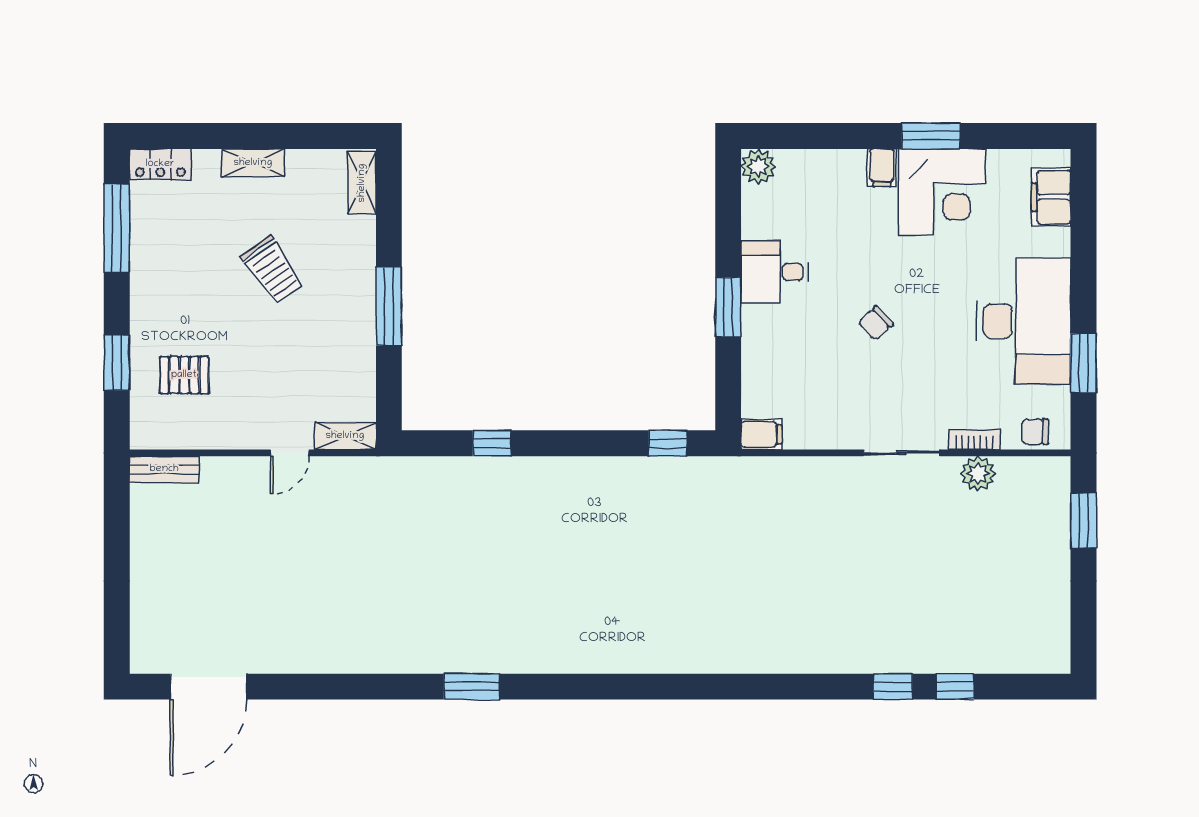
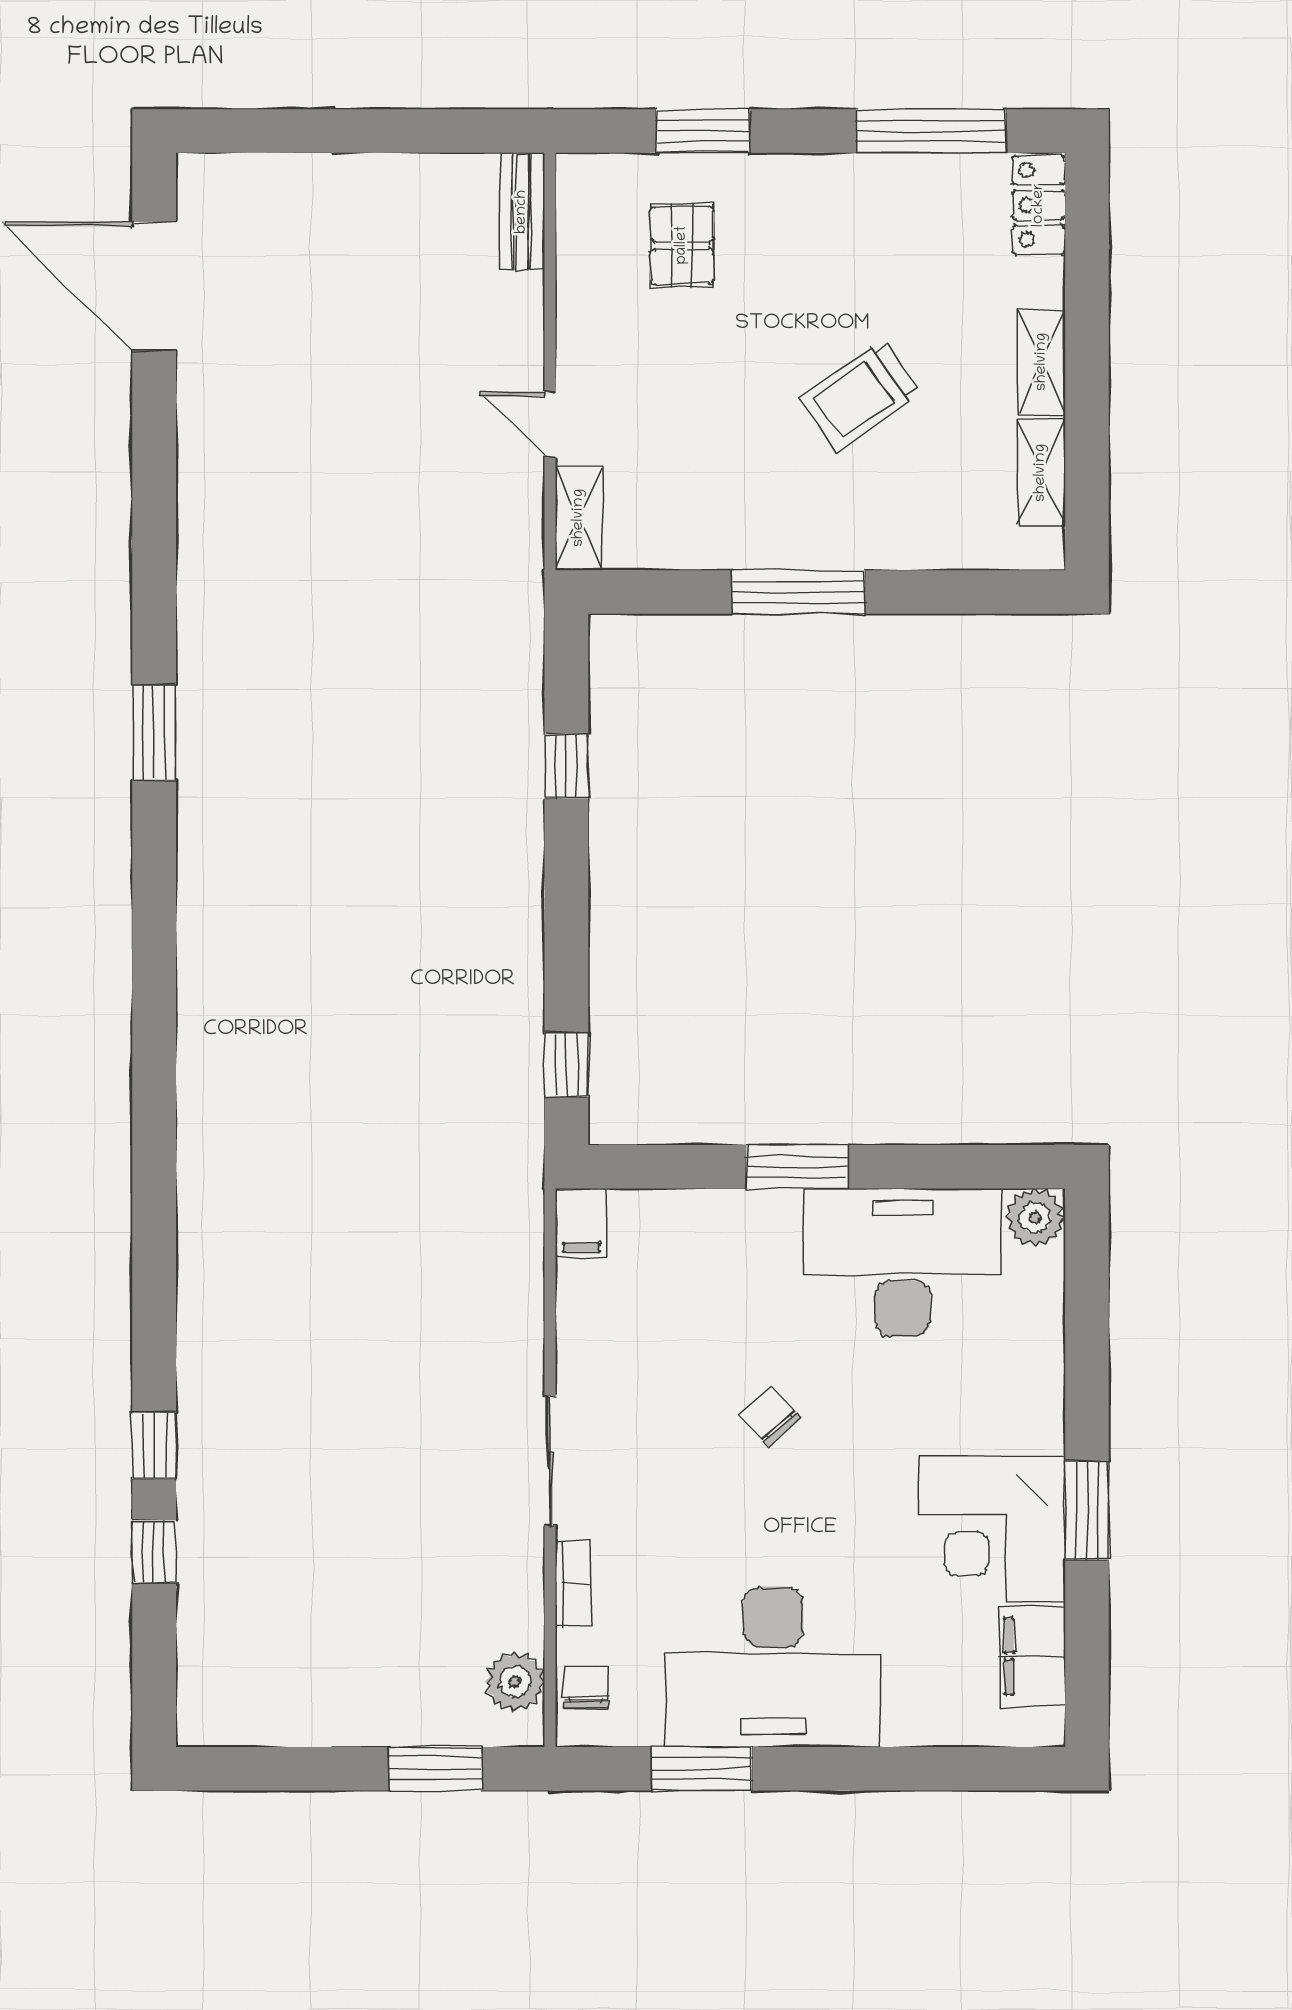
filing cabinet: (882, 168) -> (1033, 1427), removed
shelving: (362, 183) -> (1041, 473), moved, turned 90
filing cabinet: (1051, 197) -> (1032, 1656), moved, turned -90
desk: (775, 272) -> (903, 1263), width x1.87, depth x1.30
plant: (978, 474) -> (515, 1682), moved

